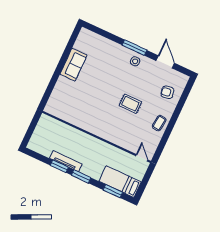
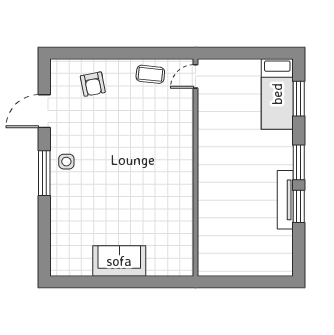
rug: (130, 104) -> (140, 137), removed
wall: (97, 137) -> (195, 167), moved
door: (142, 158) -> (195, 76), moved

